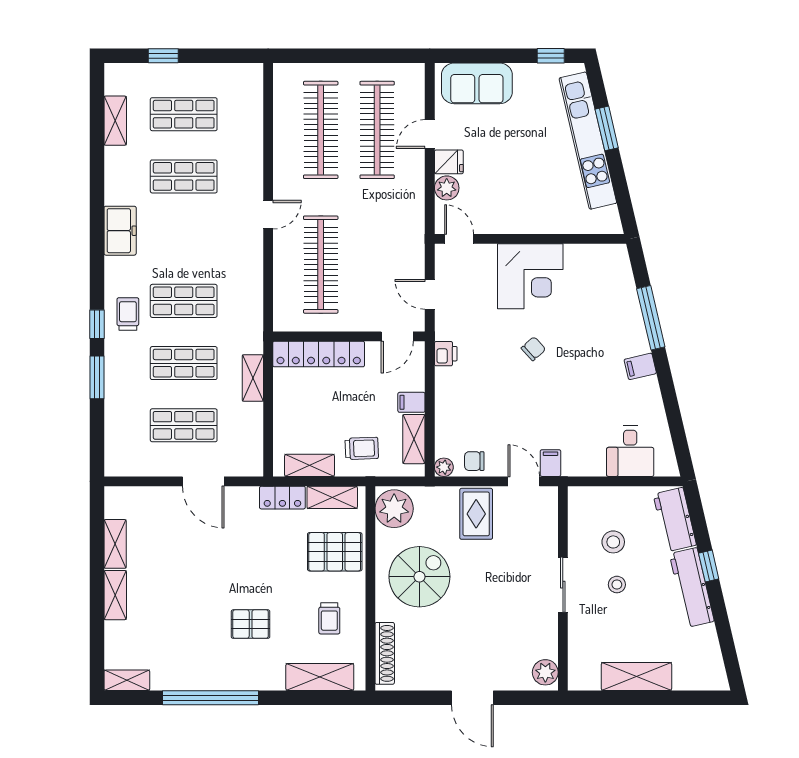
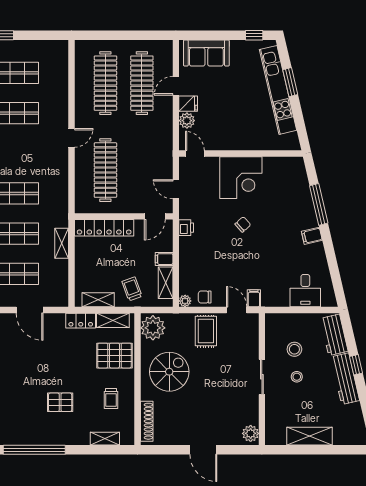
trolley: (362, 448) -> (132, 289), turned -108
shelving: (320, 677) -> (105, 439), width x0.67, depth x0.75

